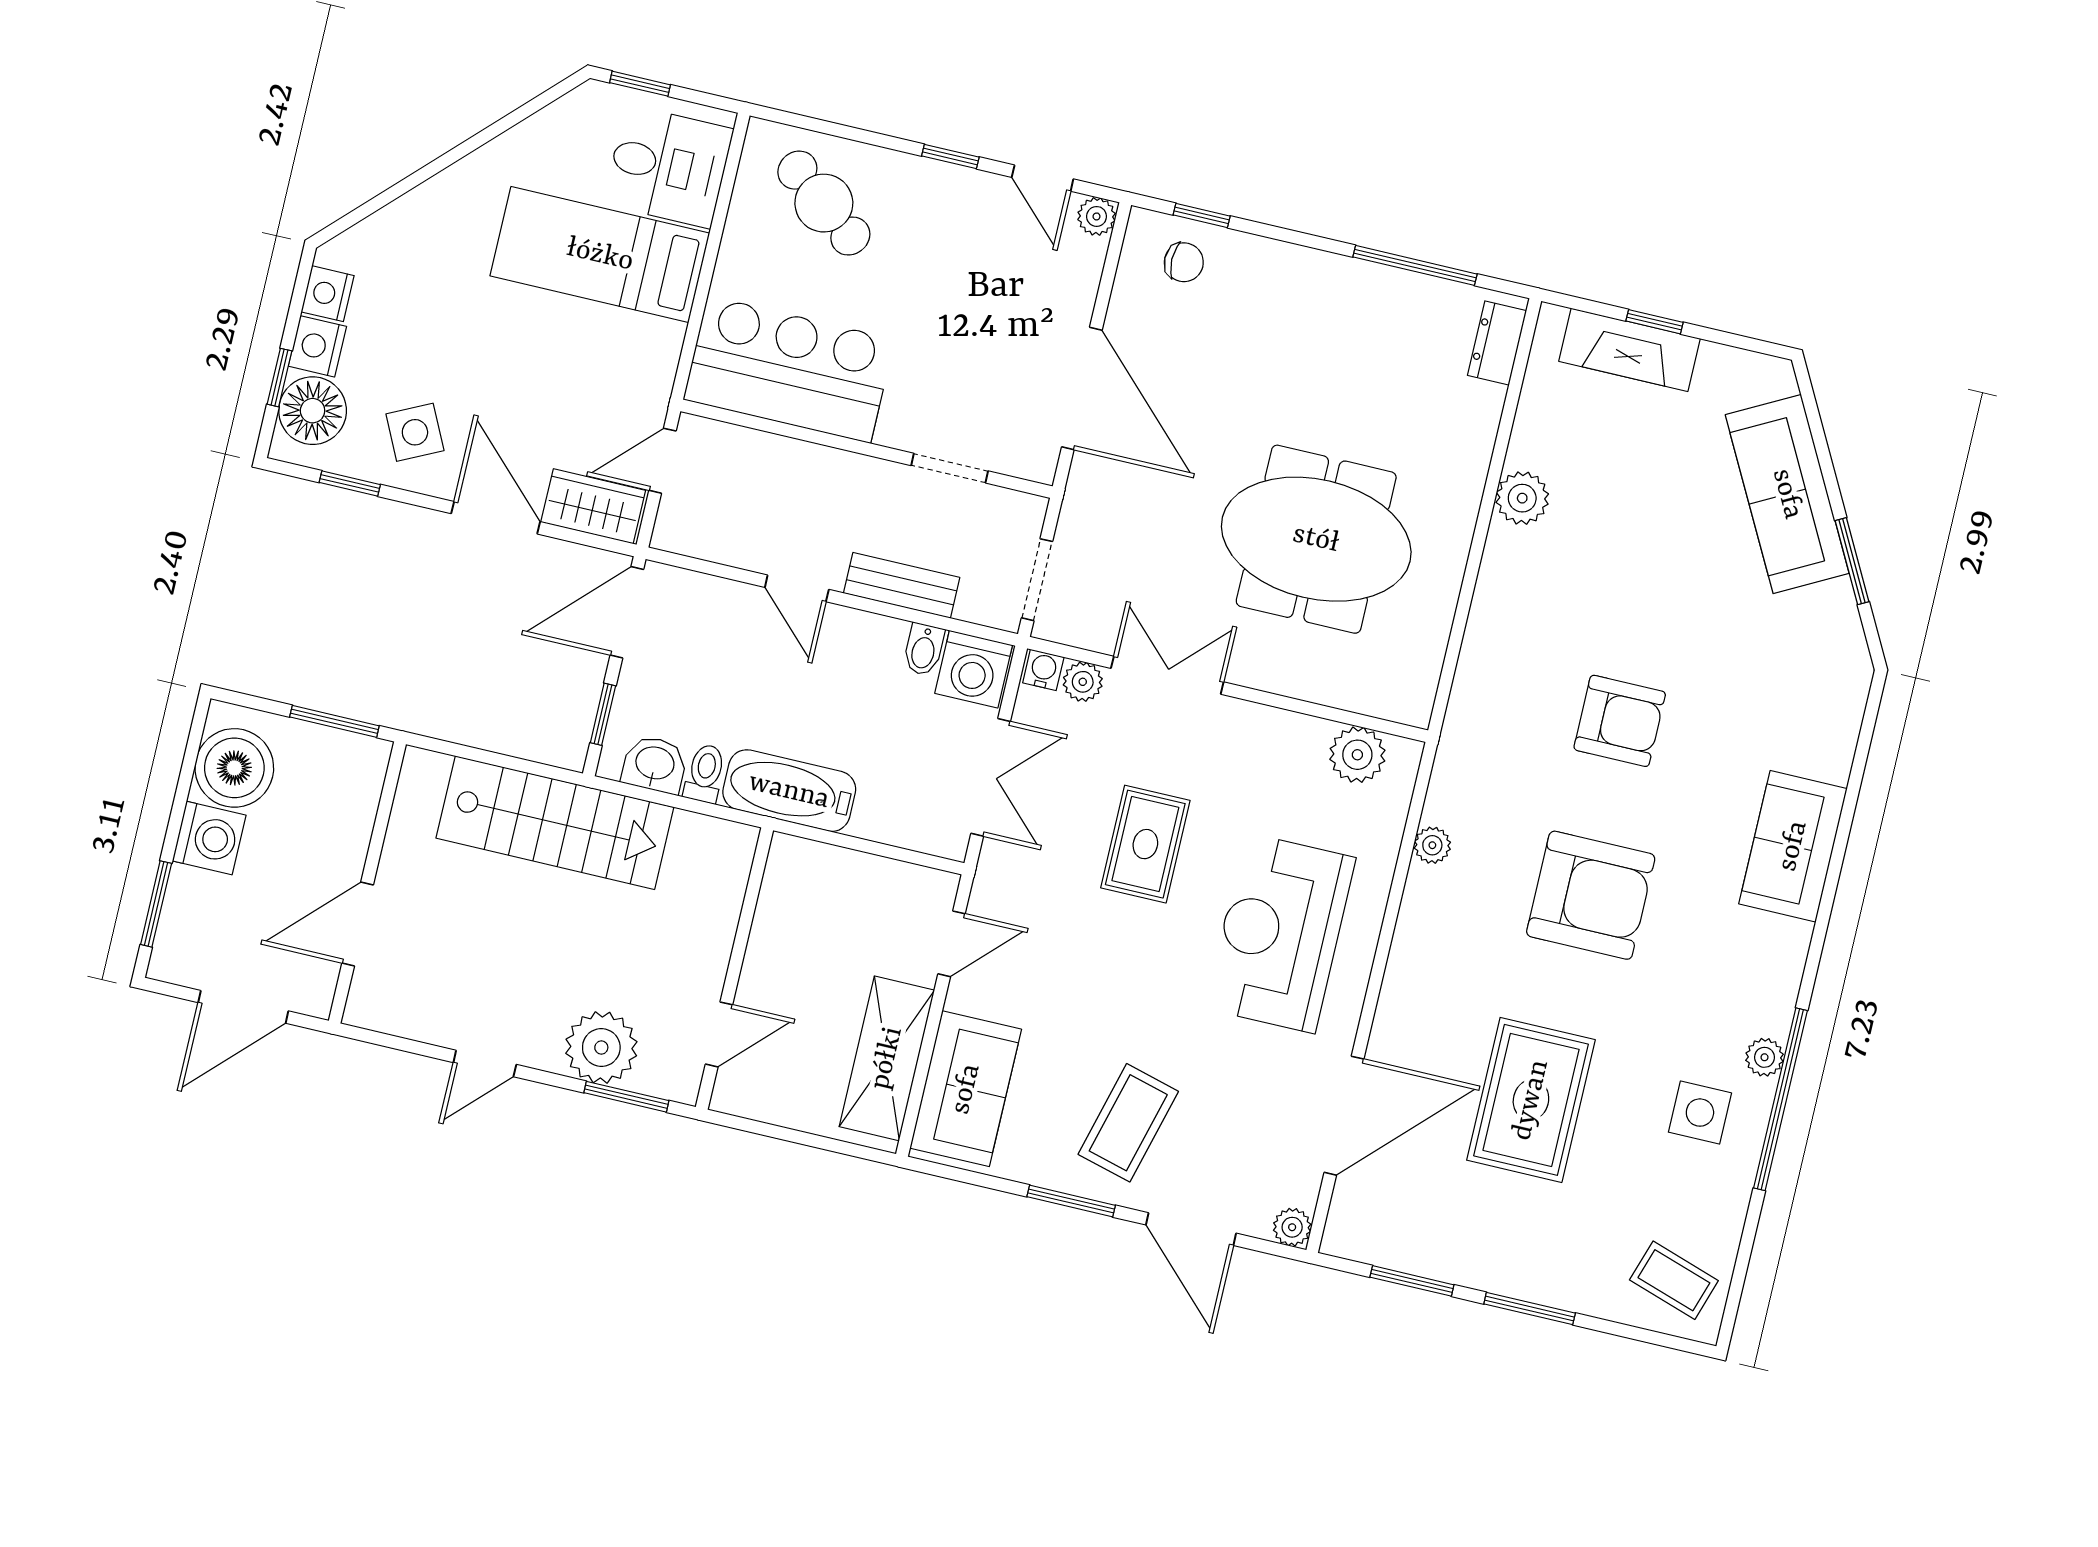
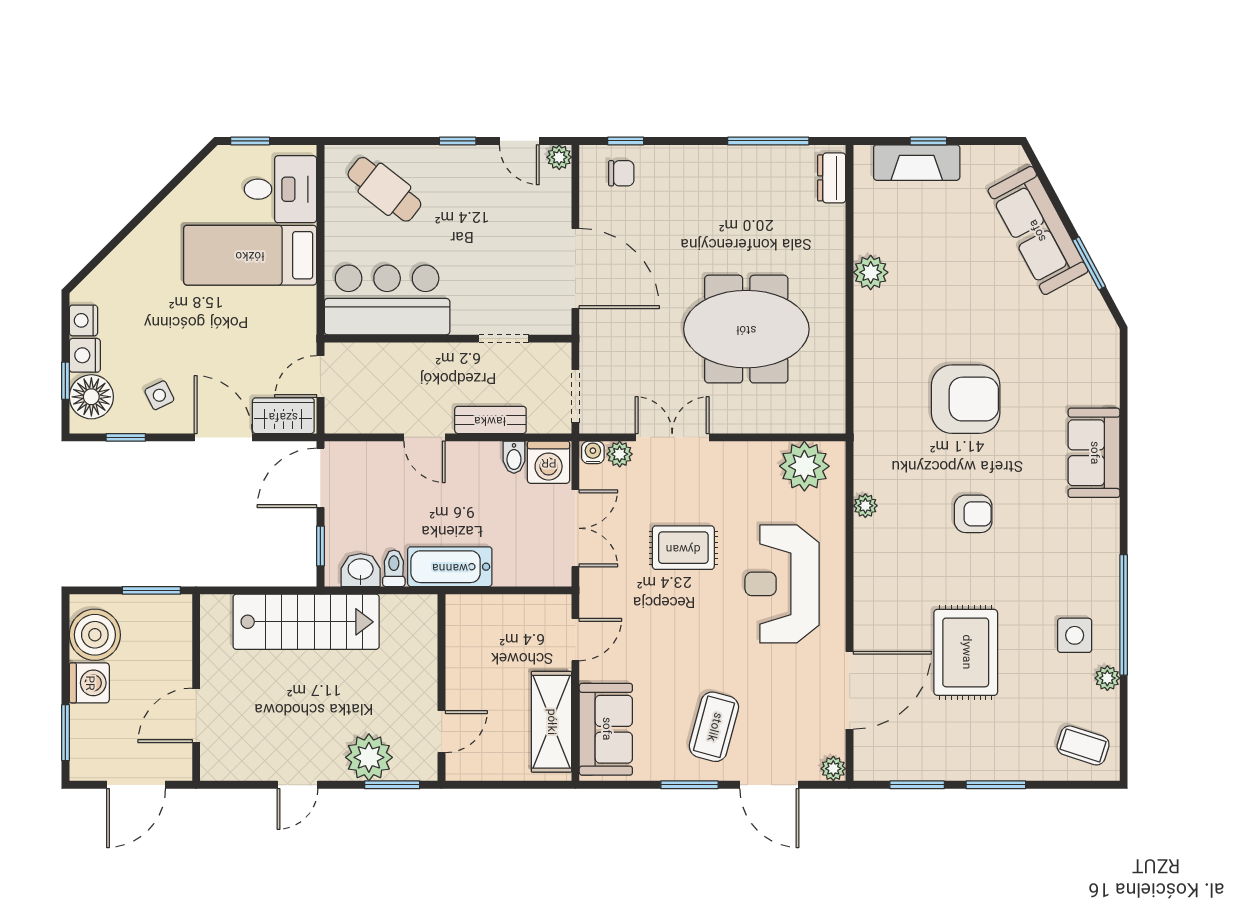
side table: (415, 432) -> (159, 395), width x0.73, depth x0.73
armchair: (1620, 721) -> (966, 399), width x1.36, depth x1.36
plant: (1357, 755) -> (804, 466), width x1.36, depth x1.36
rug: (1145, 844) -> (683, 548), turned 90
armchair: (1591, 895) -> (973, 514), width x0.53, depth x0.53
plant: (1764, 1057) -> (1107, 678), moved

